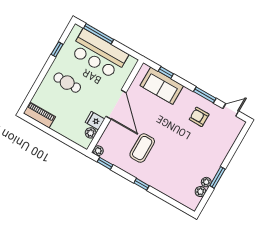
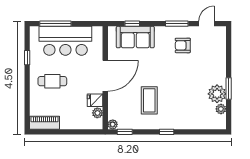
door: (116, 104) -> (105, 76), hinge flipped
plant: (206, 182) -> (217, 94), width x1.88, depth x1.88

